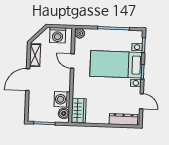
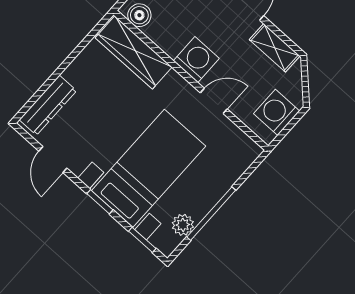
plant: (80, 33) -> (183, 225), moved
washing machine: (62, 99) -> (196, 60), moved
door: (141, 101) -> (53, 160), hinge flipped
wardrobe: (79, 110) -> (134, 52), width x1.50

